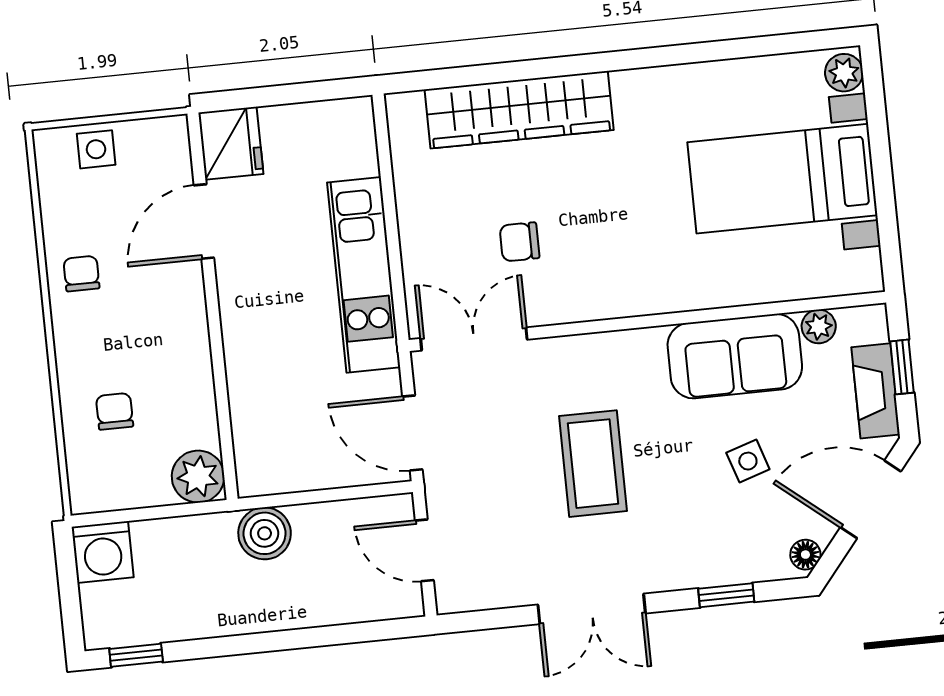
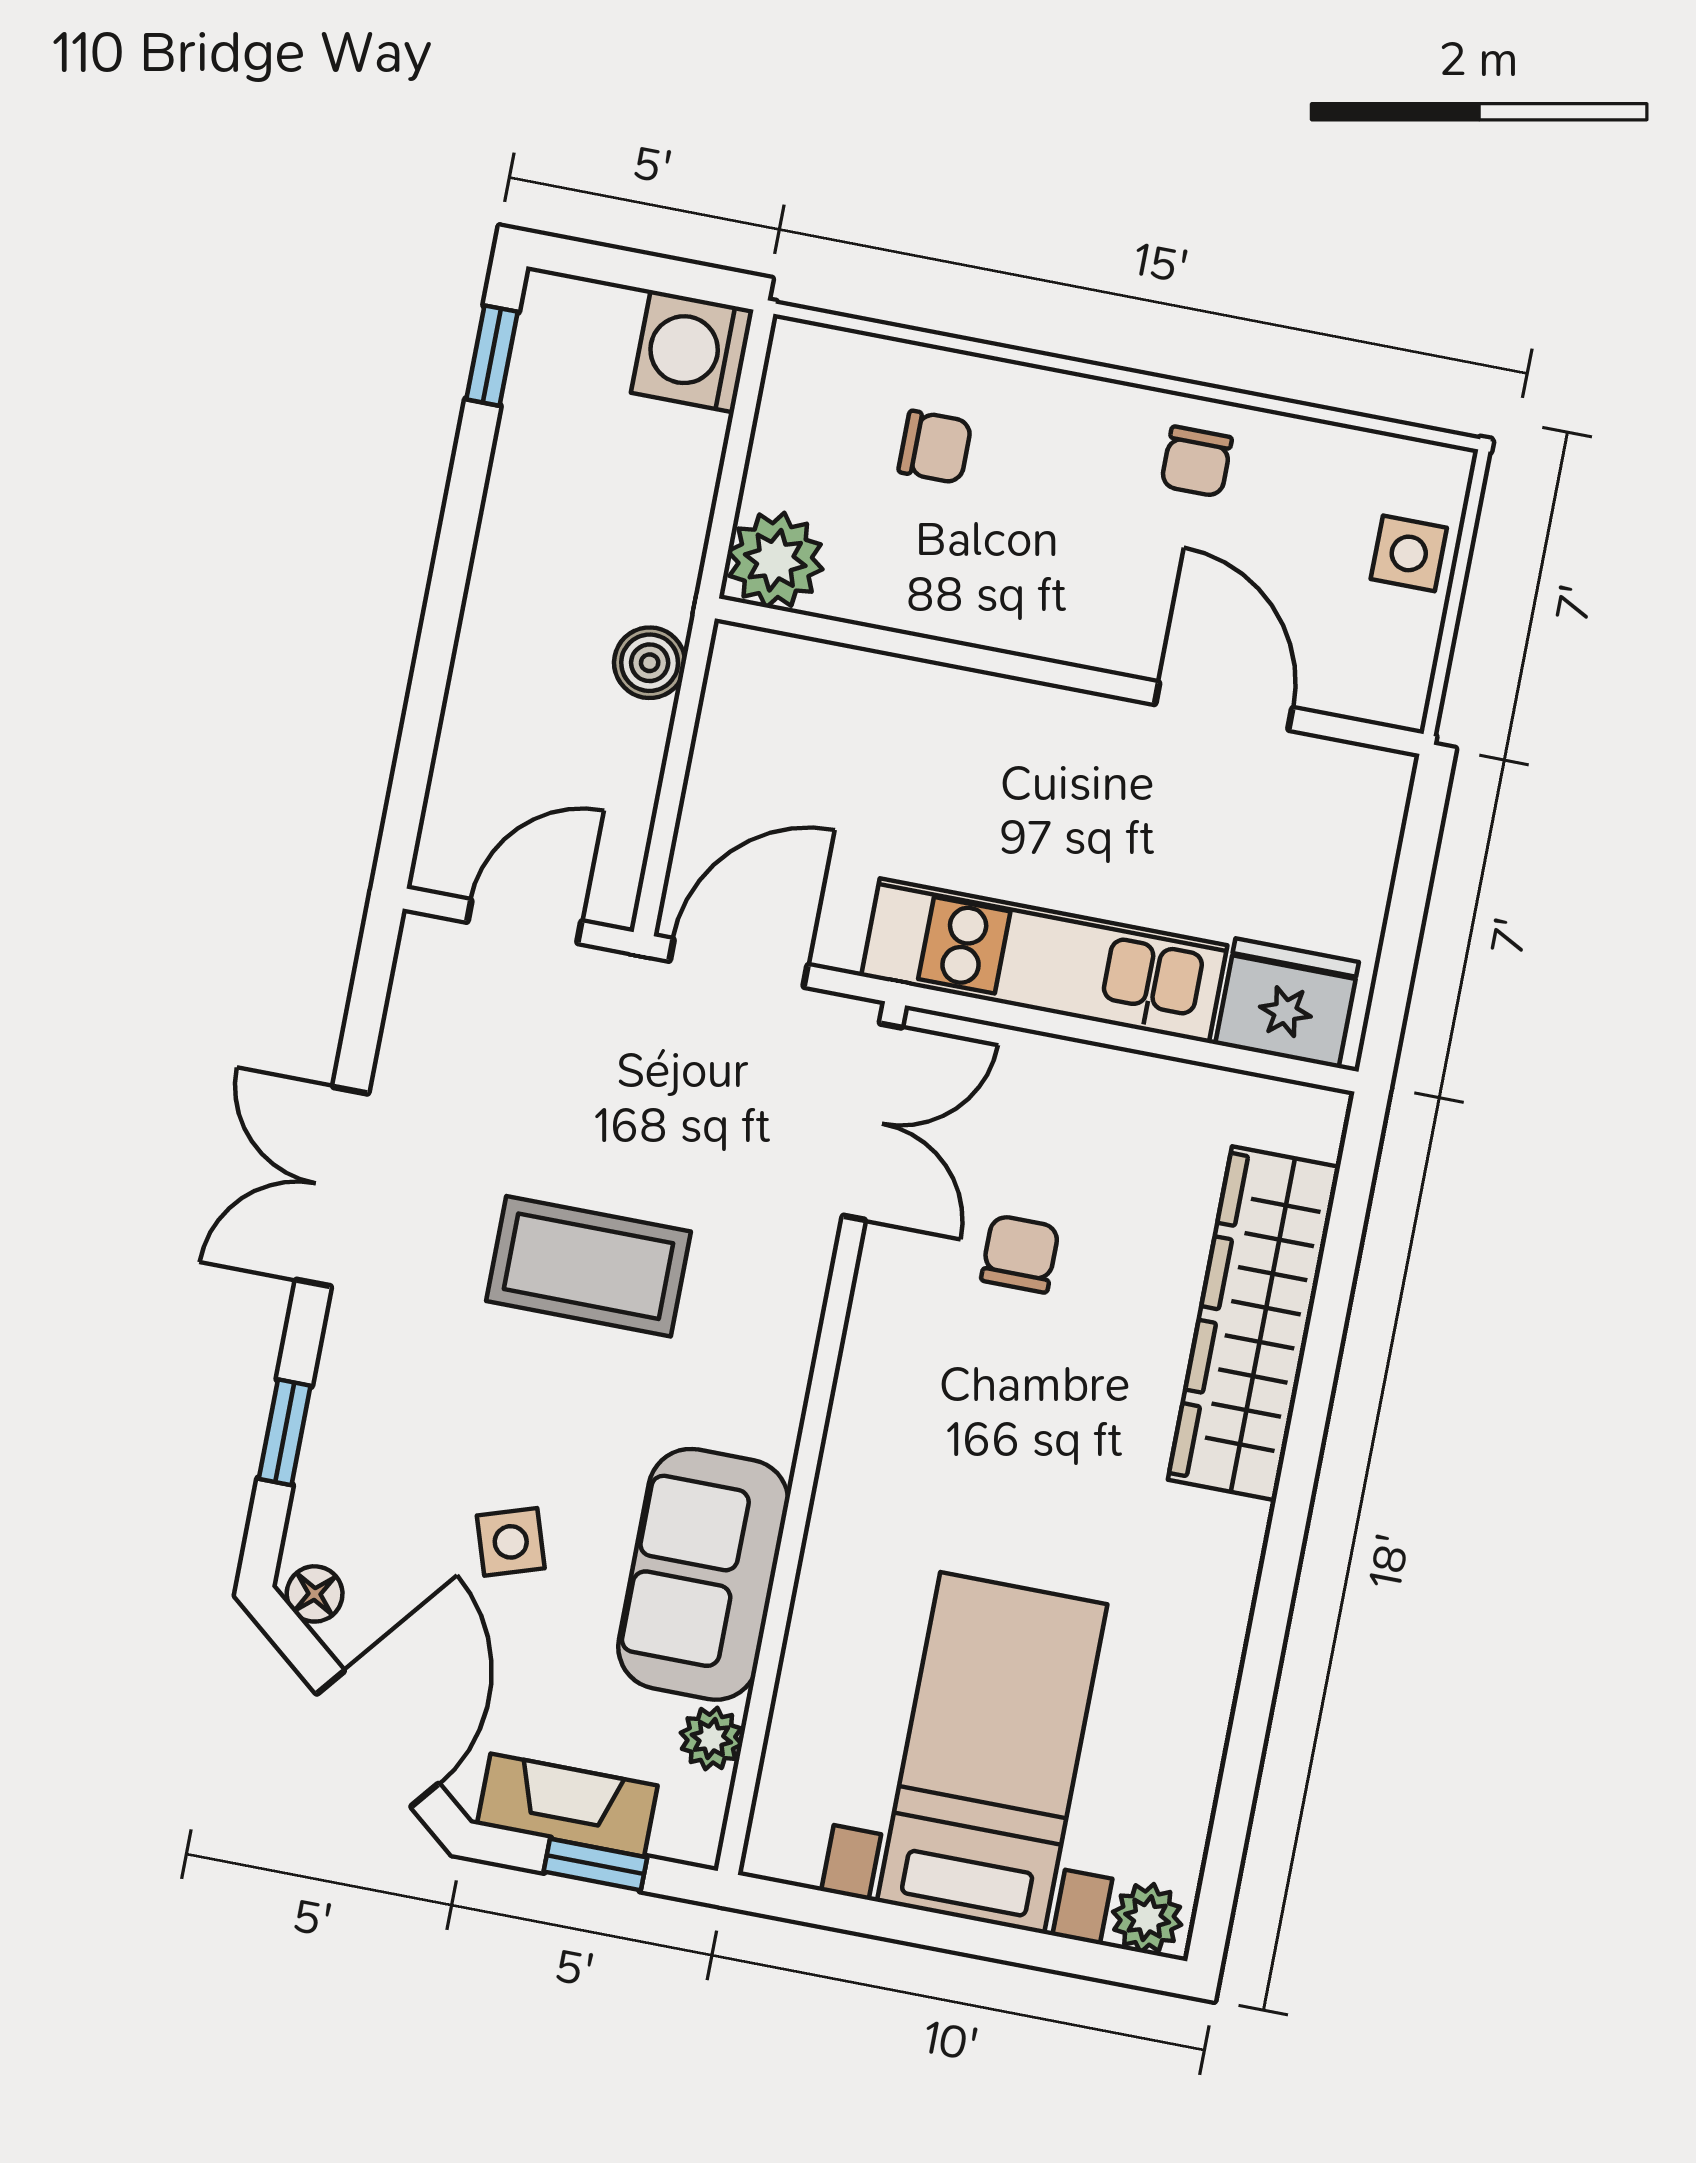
fridge: (231, 143) -> (1287, 1003), moved, turned 180
chair: (81, 274) -> (1196, 462), turned 90
boiler: (265, 533) -> (650, 663), width x0.73, depth x0.73

